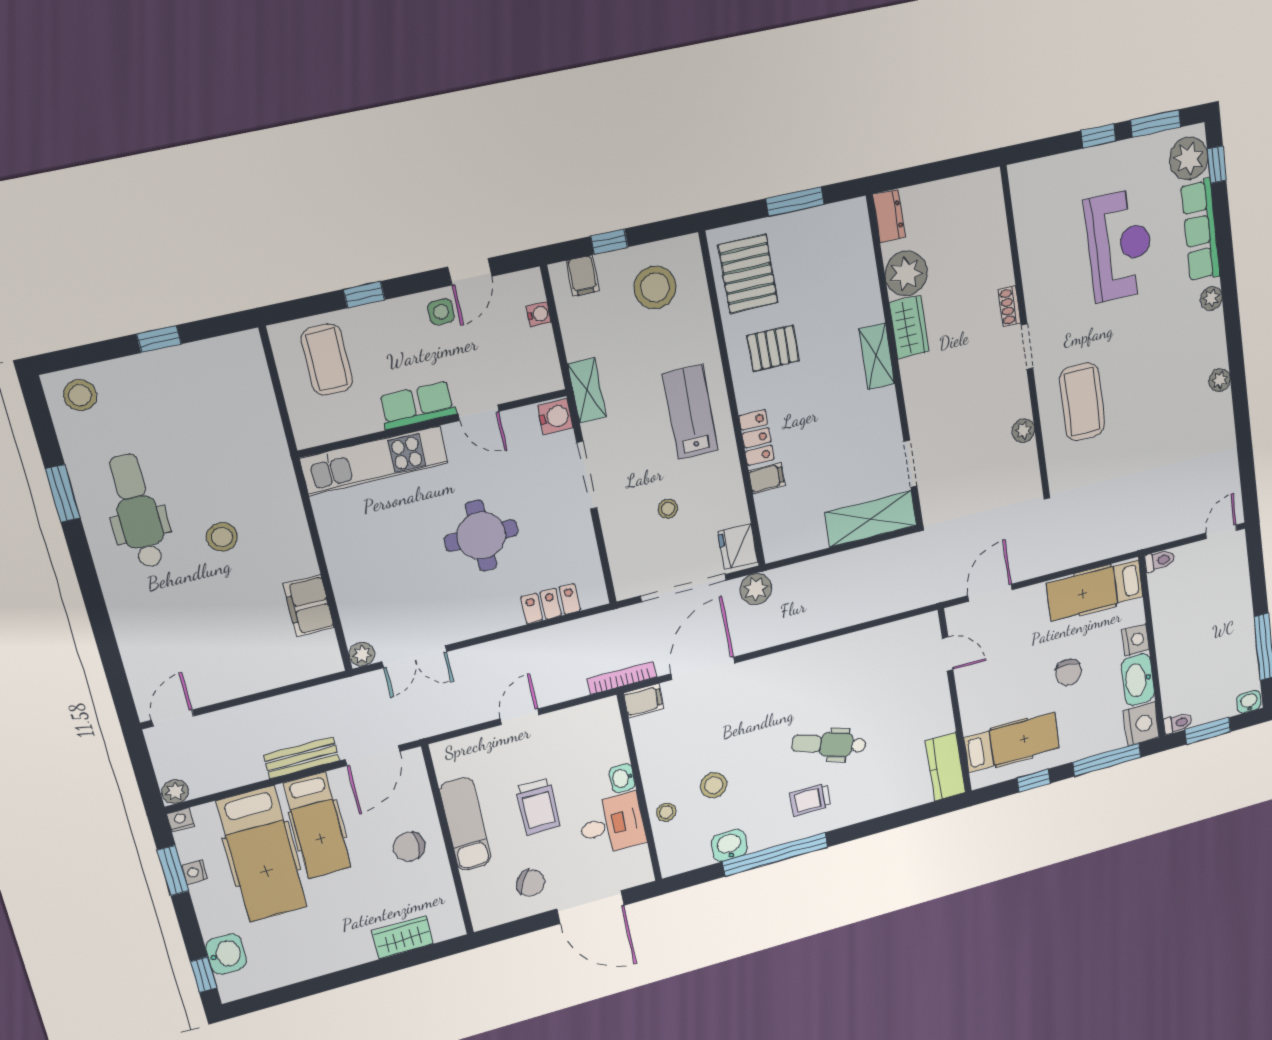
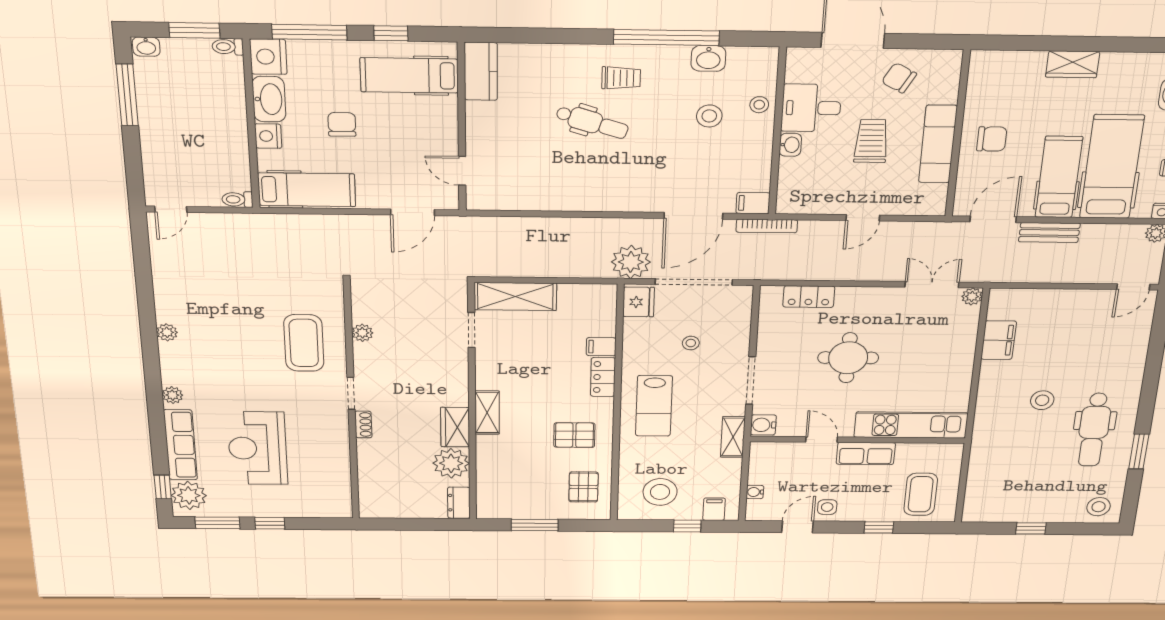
pallet: (748, 274) -> (583, 487), width x0.67, depth x0.71
plant: (756, 589) -> (631, 262), width x1.36, depth x1.36
wardrobe: (403, 937) -> (1073, 64), moved

